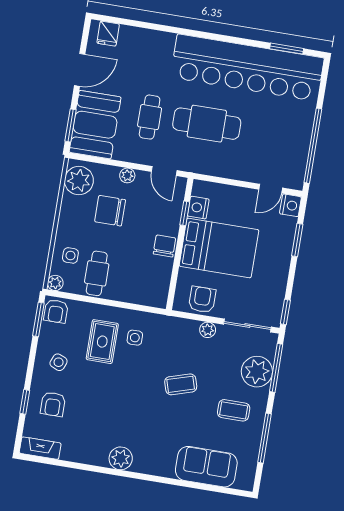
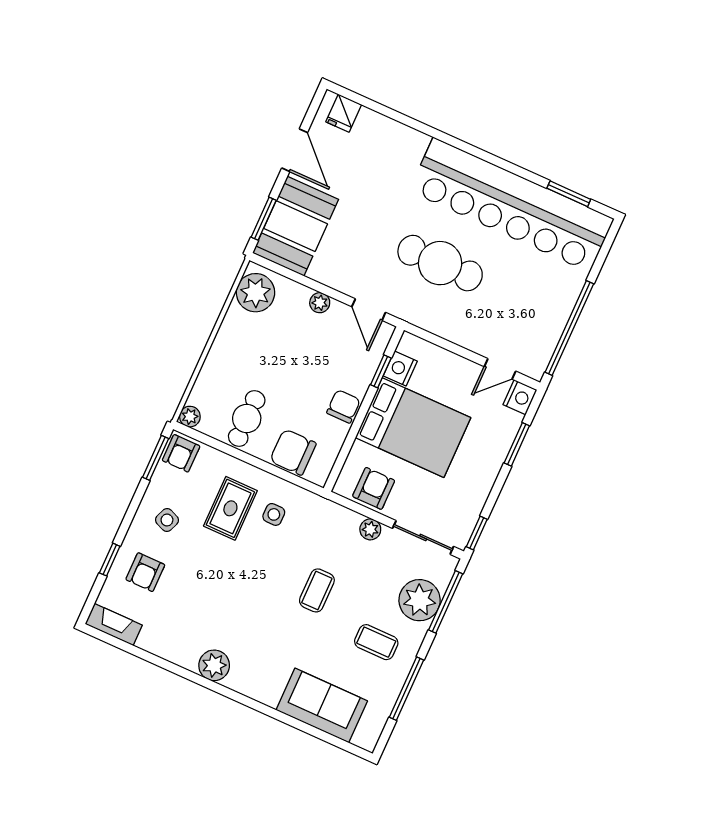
door: (80, 70) -> (295, 150), hinge flipped
cafe table: (150, 117) -> (368, 235), removed
chair: (110, 211) -> (293, 452), moved
side table: (70, 255) -> (219, 386), removed
coffee table: (181, 384) -> (317, 590), turned -73

